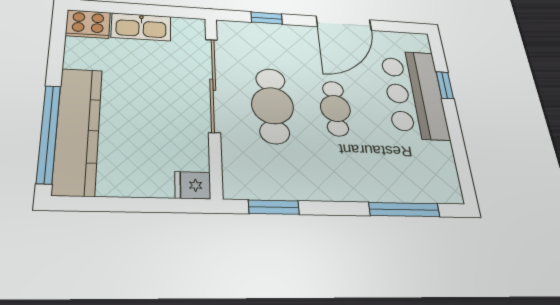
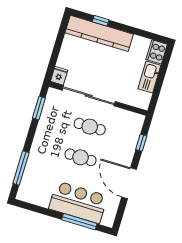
sliding door: (213, 85) -> (89, 96), moved
window: (445, 85) -> (79, 222), width x2.17
cafe table: (273, 106) -> (90, 127), width x0.73, depth x0.74
window: (49, 133) -> (101, 21), width x0.32

